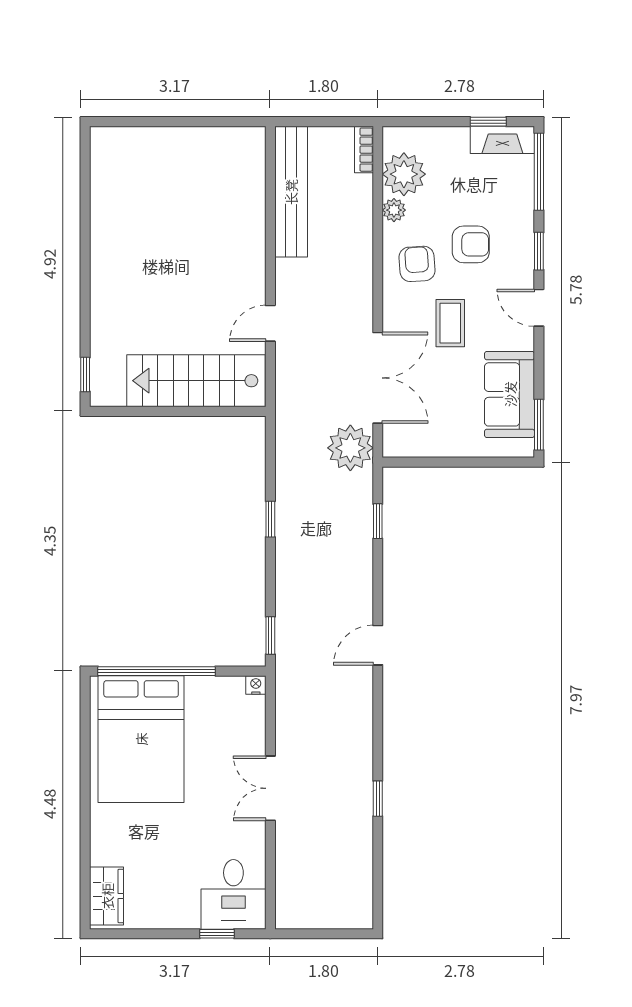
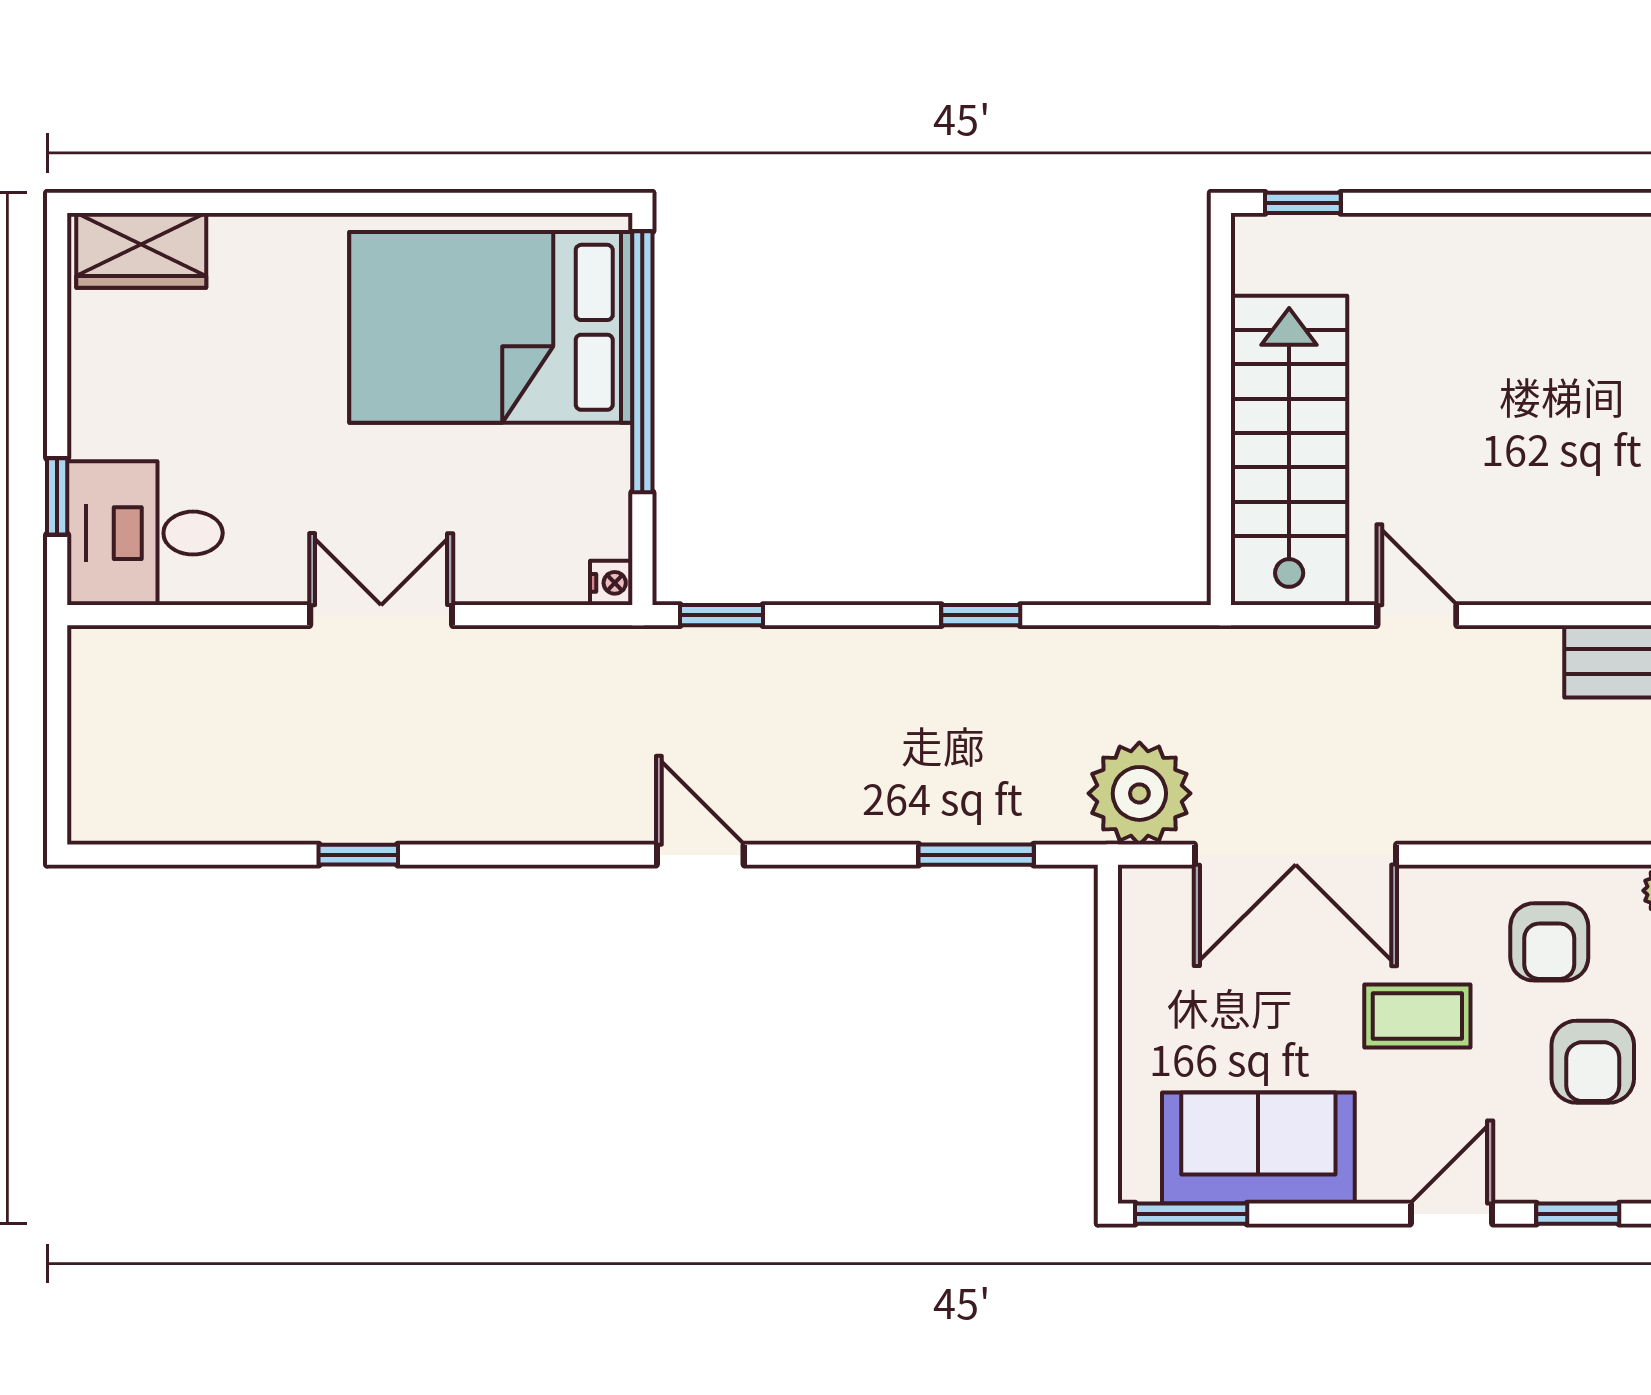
armchair: (417, 264) -> (1549, 942), turned 94
window: (378, 521) -> (976, 855), width x1.50

